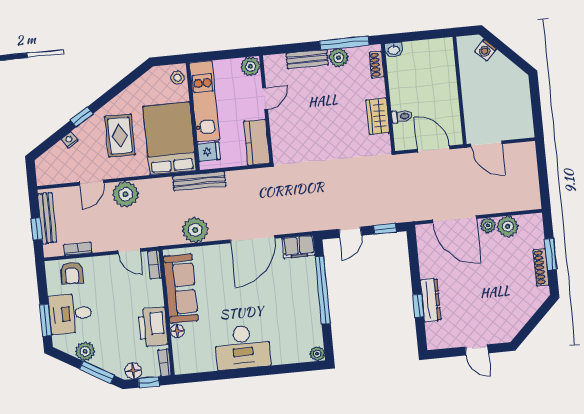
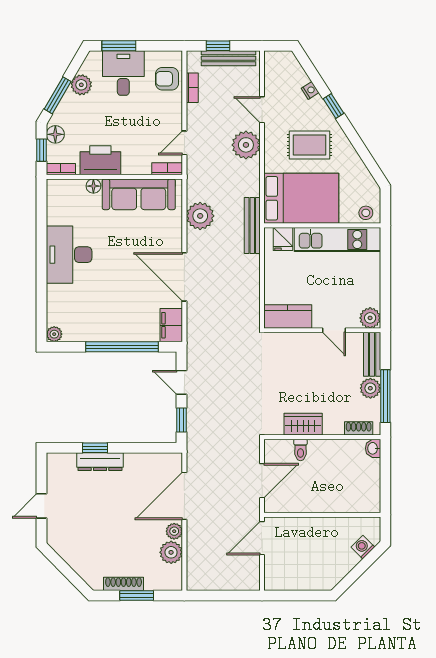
plant: (250, 66) -> (370, 318), moved
door: (265, 99) -> (334, 330), moved
wall: (266, 109) -> (322, 330), moved
kitchen counter: (257, 142) -> (288, 316), moved

